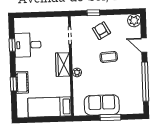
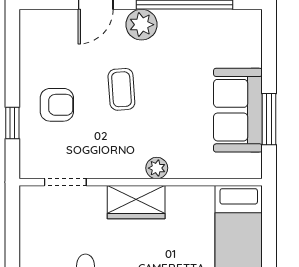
plant: (134, 21) -> (141, 25), moved
armchair: (101, 31) -> (57, 105), turned -151
window: (110, 117) -> (269, 119), moved

